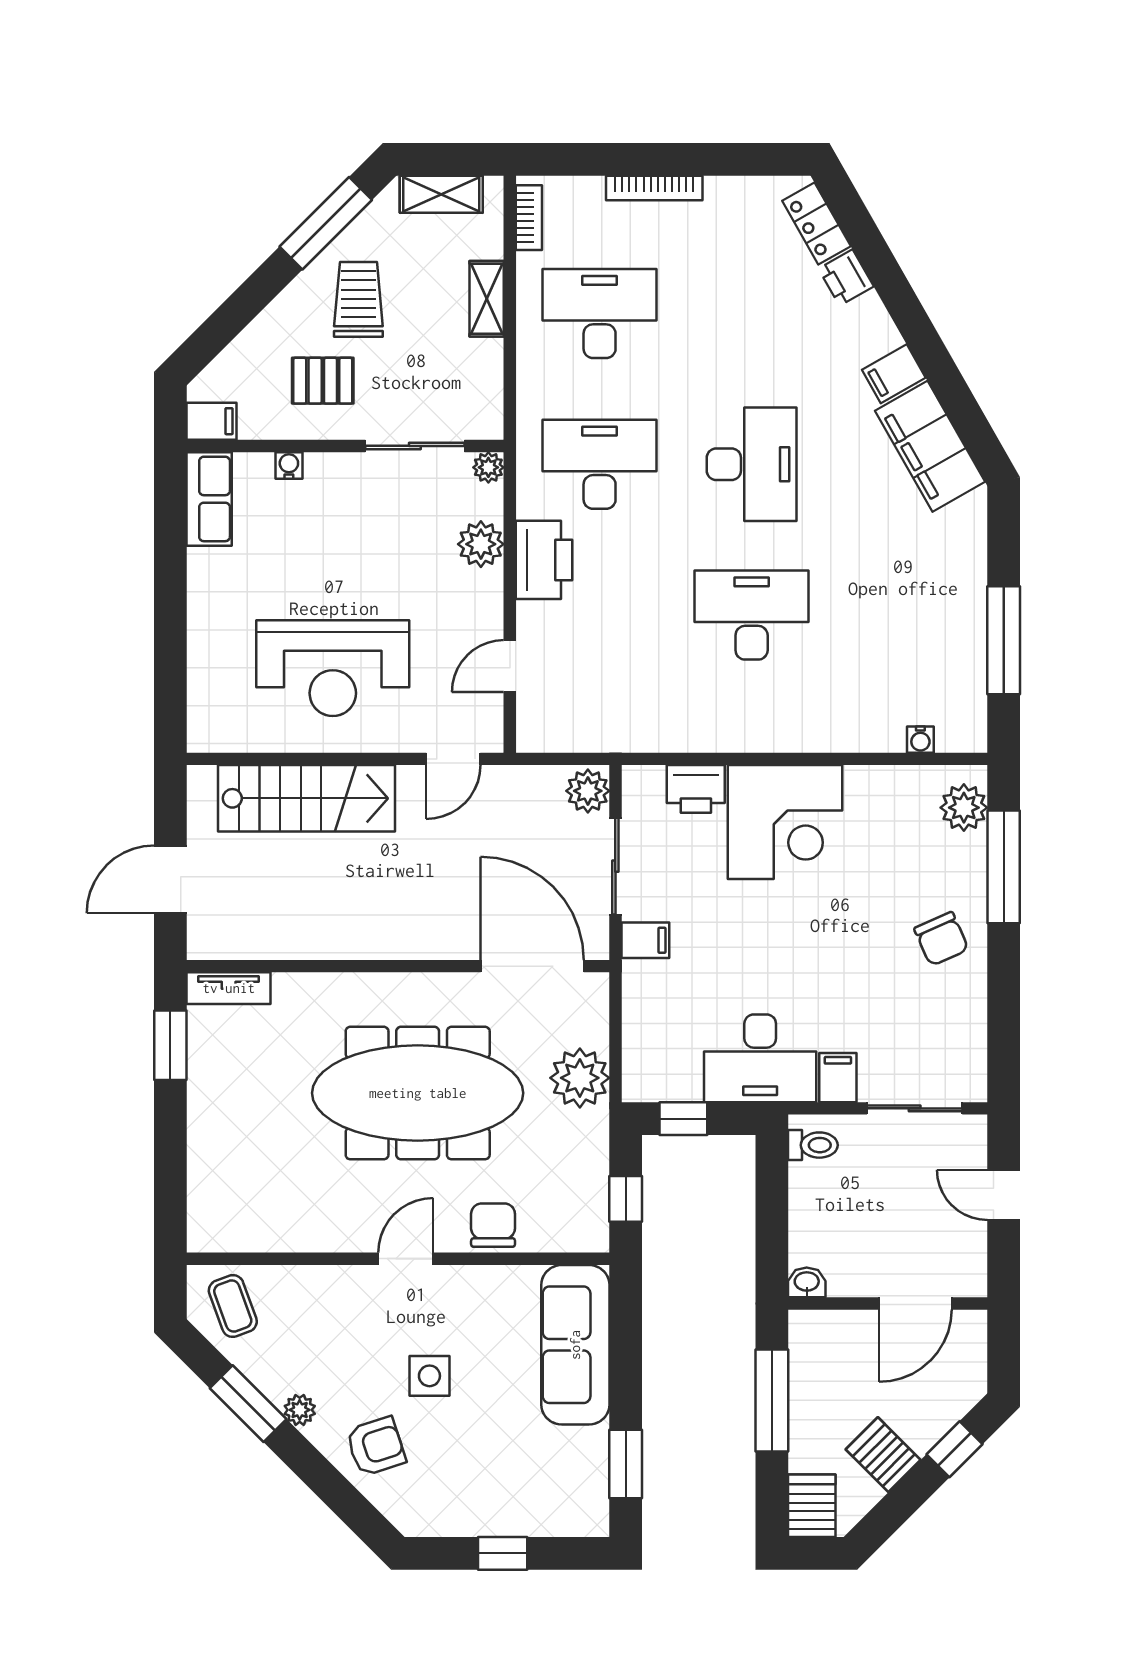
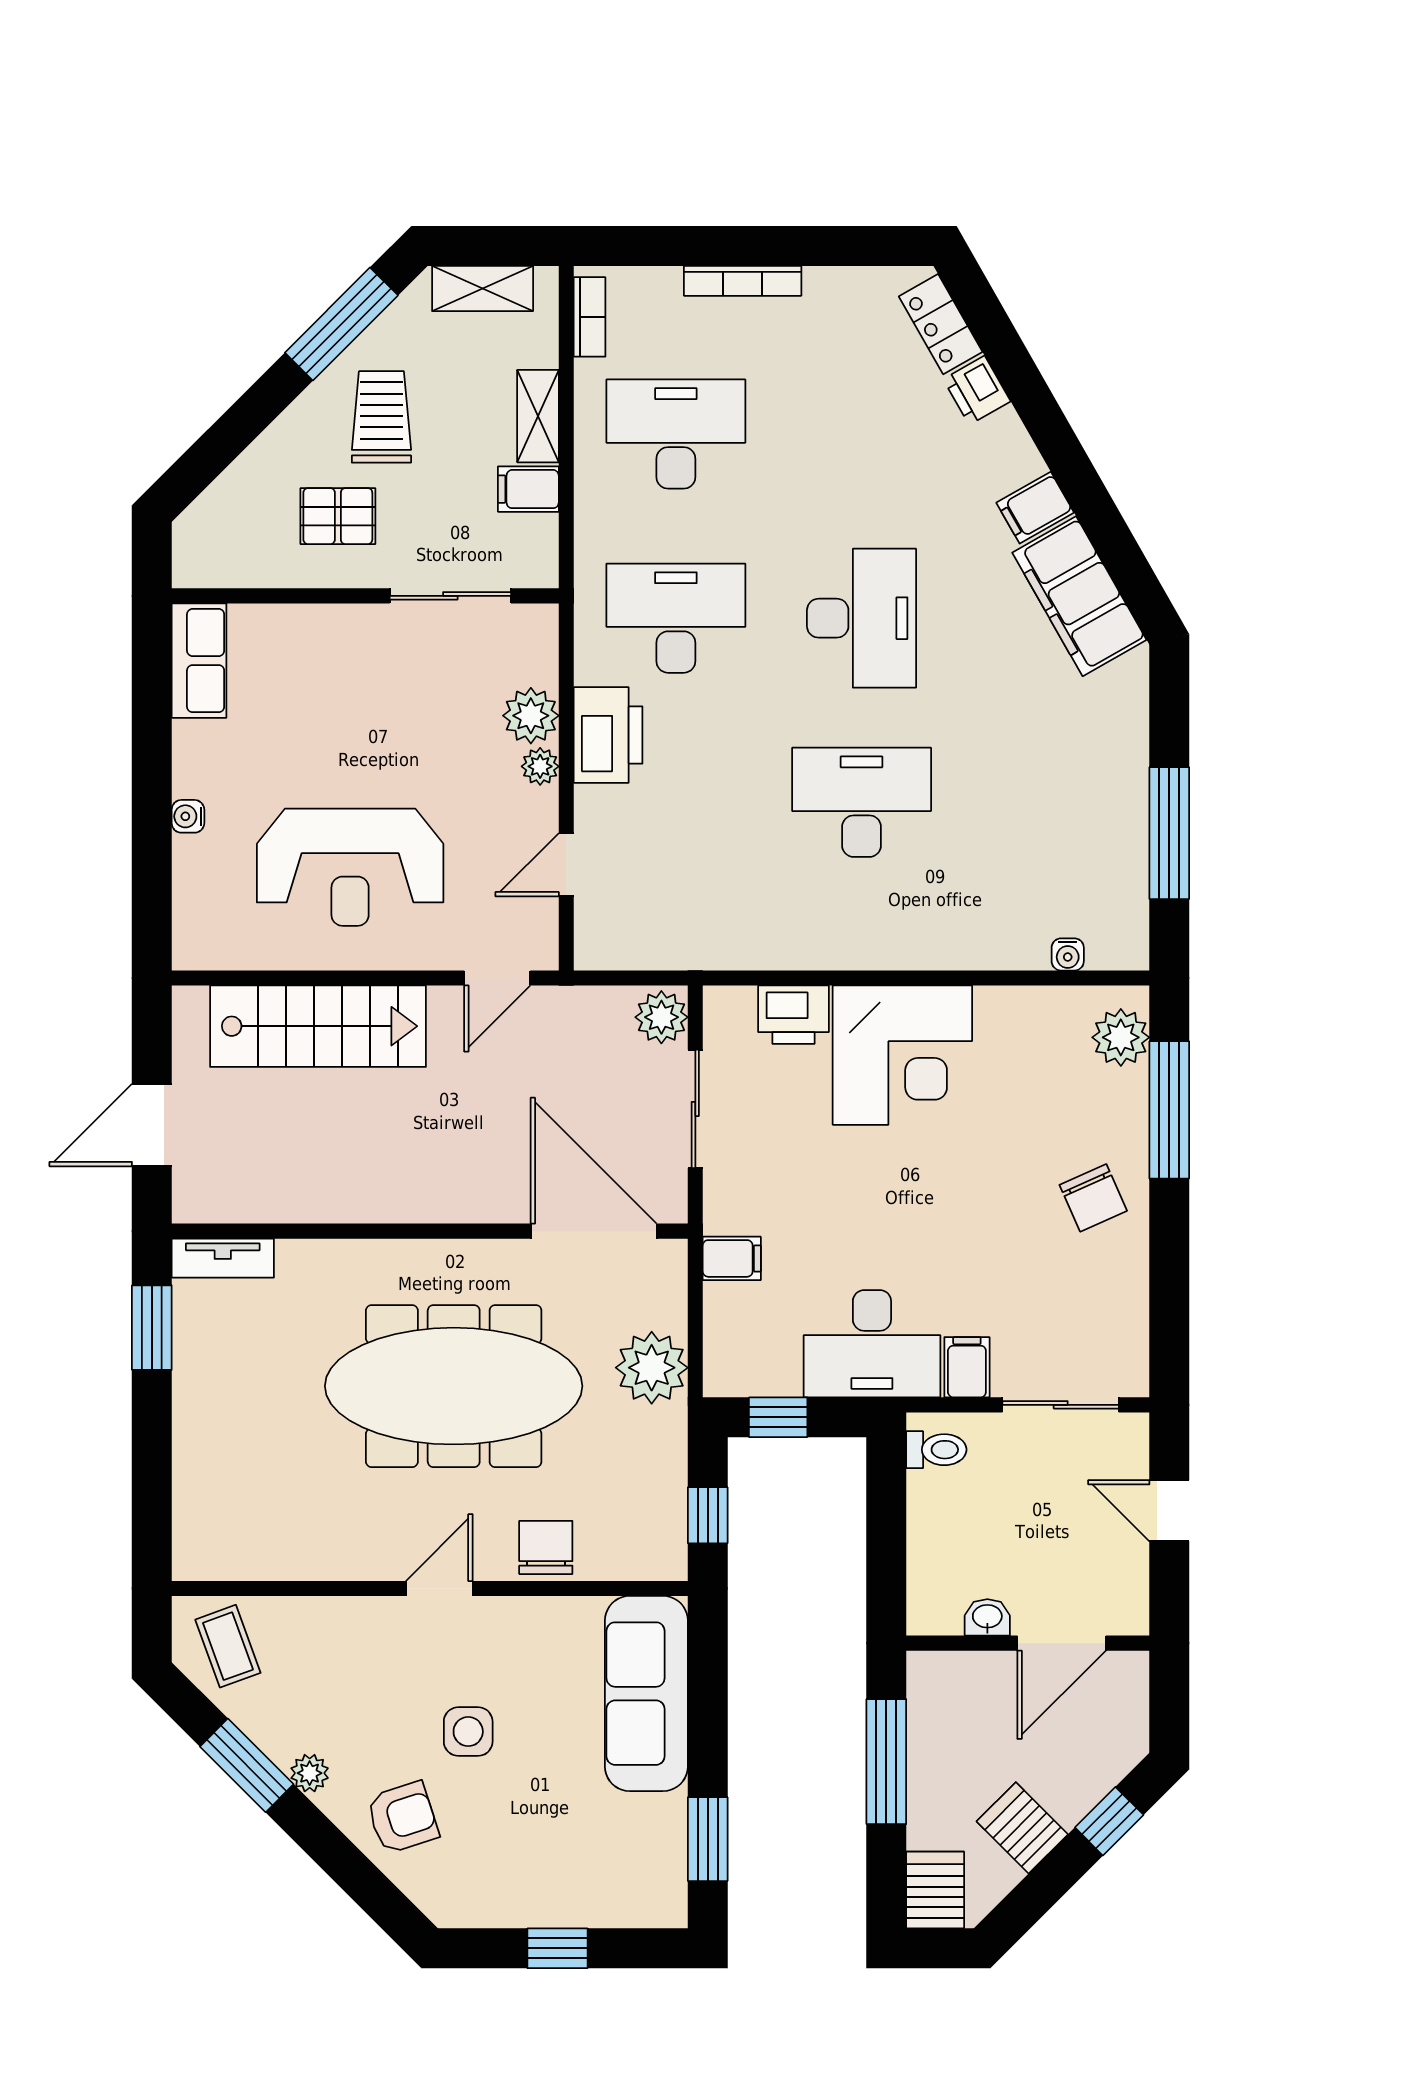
filing cabinet: (212, 421) -> (528, 489), moved, turned 180
water cooler: (289, 465) -> (188, 816), moved, turned -90
plant: (488, 467) -> (540, 766), moved
filing cabinet: (645, 940) -> (732, 1258), moved
washbasin: (807, 1282) -> (987, 1617), moved

